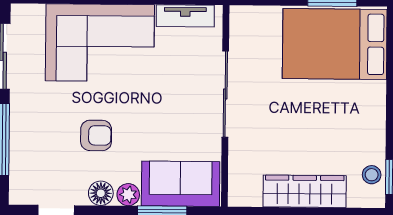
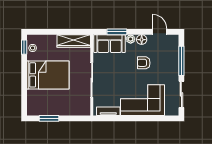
bed: (335, 44) -> (48, 75), moved
wardrobe: (305, 191) -> (74, 41), moved

